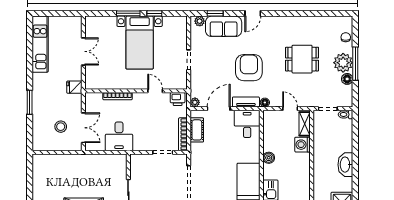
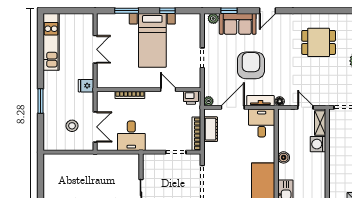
window: (128, 13) -> (127, 11), moved
dining table: (302, 59) -> (319, 42), moved
armchair: (249, 68) -> (251, 65), moved

